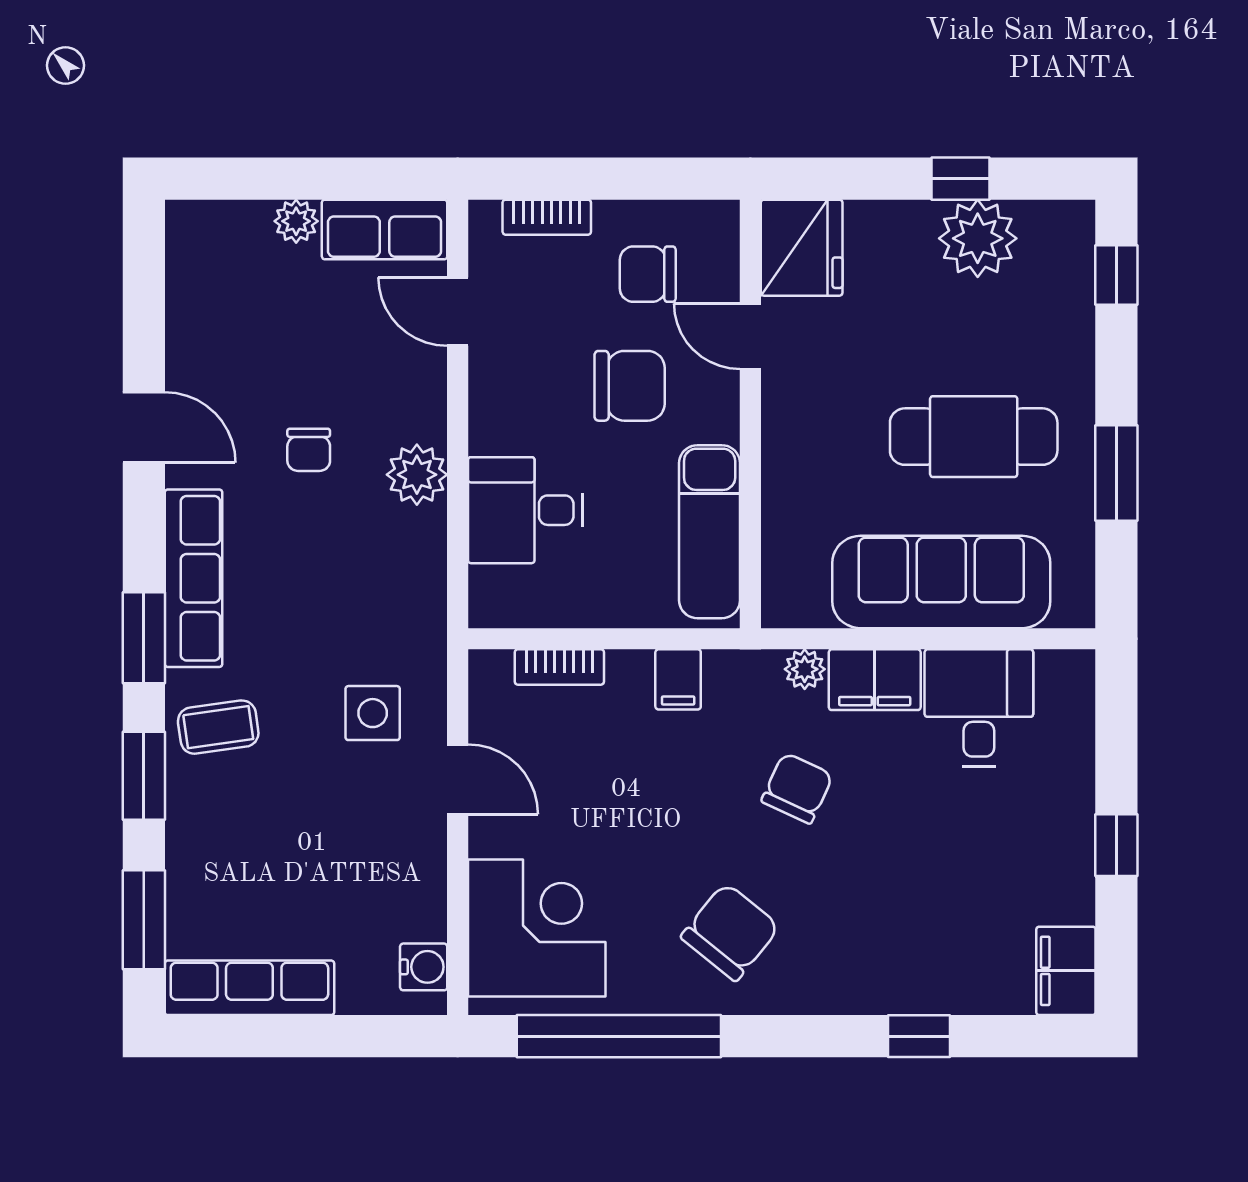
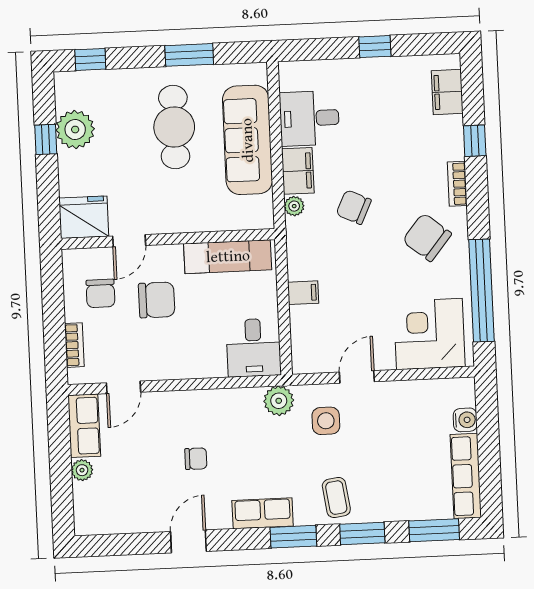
chair: (630, 386) -> (157, 300), turned 90
plant: (417, 475) -> (279, 401), moved
desk: (525, 510) -> (254, 348), moved
row of seats: (193, 578) -> (263, 513), width x0.68
bookcase: (559, 667) -> (457, 184), moved, turned 180
filing cabinet: (678, 679) -> (303, 293), moved
water cooler: (424, 967) -> (465, 420), moved, turned 90
filing cabinet: (1066, 971) -> (447, 92), moved, turned 90

